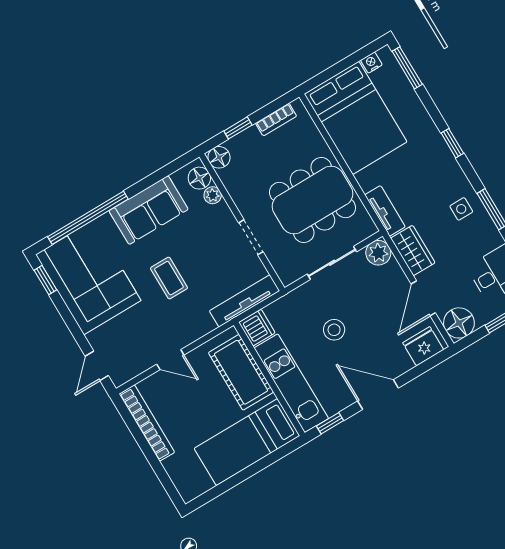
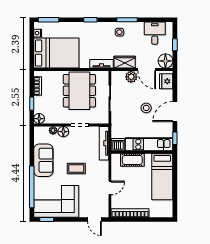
floor lamp: (199, 178) -> (63, 132), moved
plant: (378, 253) -> (131, 77), moved
stool: (334, 330) -> (146, 108), moved
cot: (241, 372) -> (132, 160), width x0.73, depth x0.75

